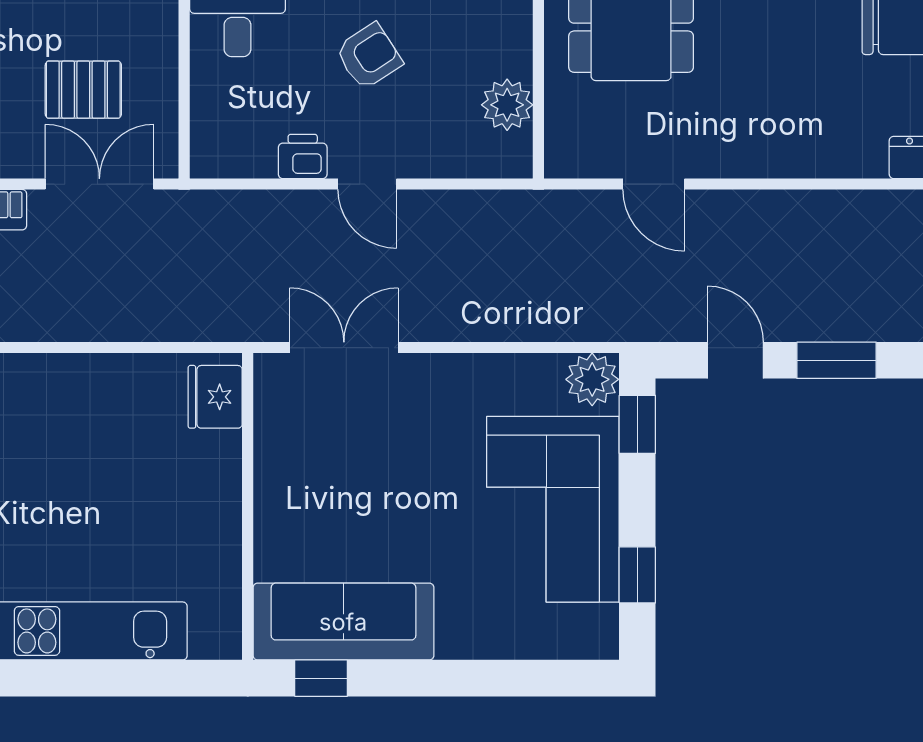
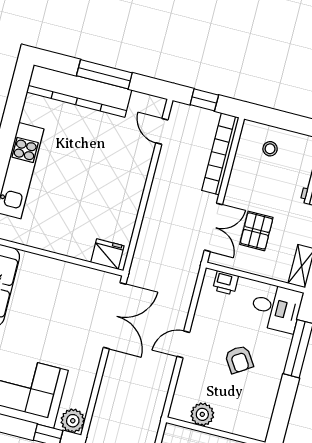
printer: (303, 156) -> (226, 283), moved, turned 90
double door: (344, 348) -> (115, 316), width x1.37

